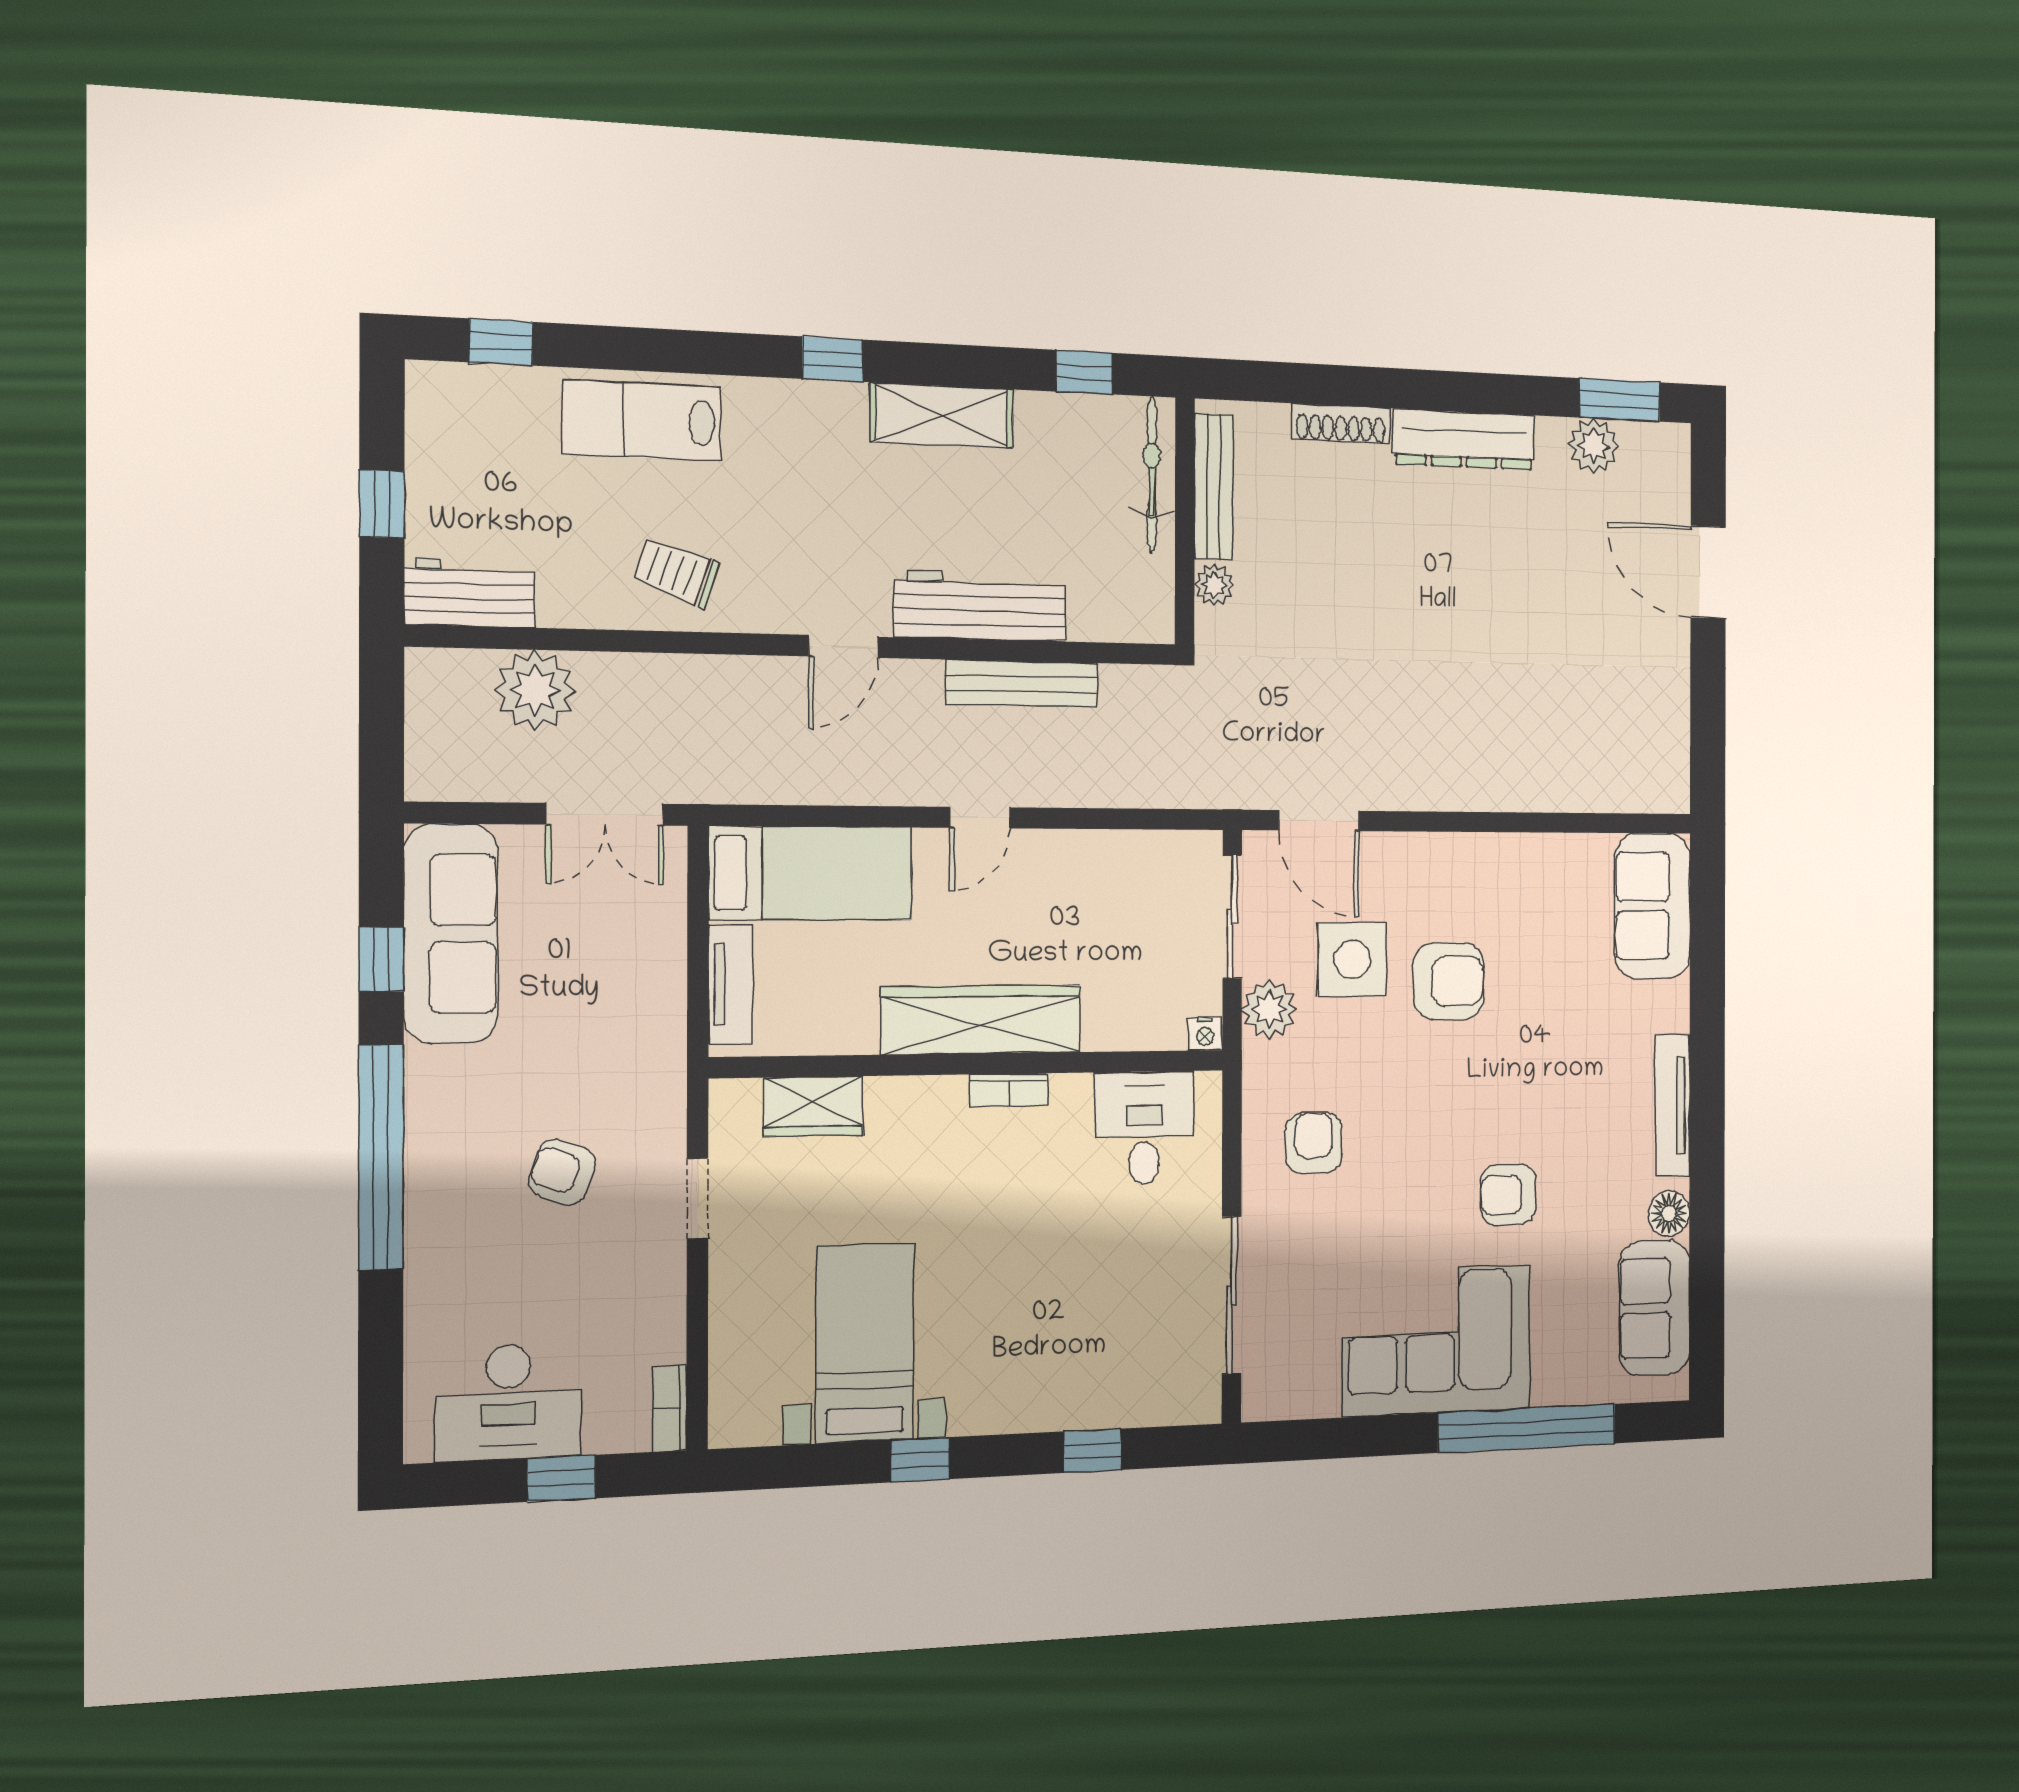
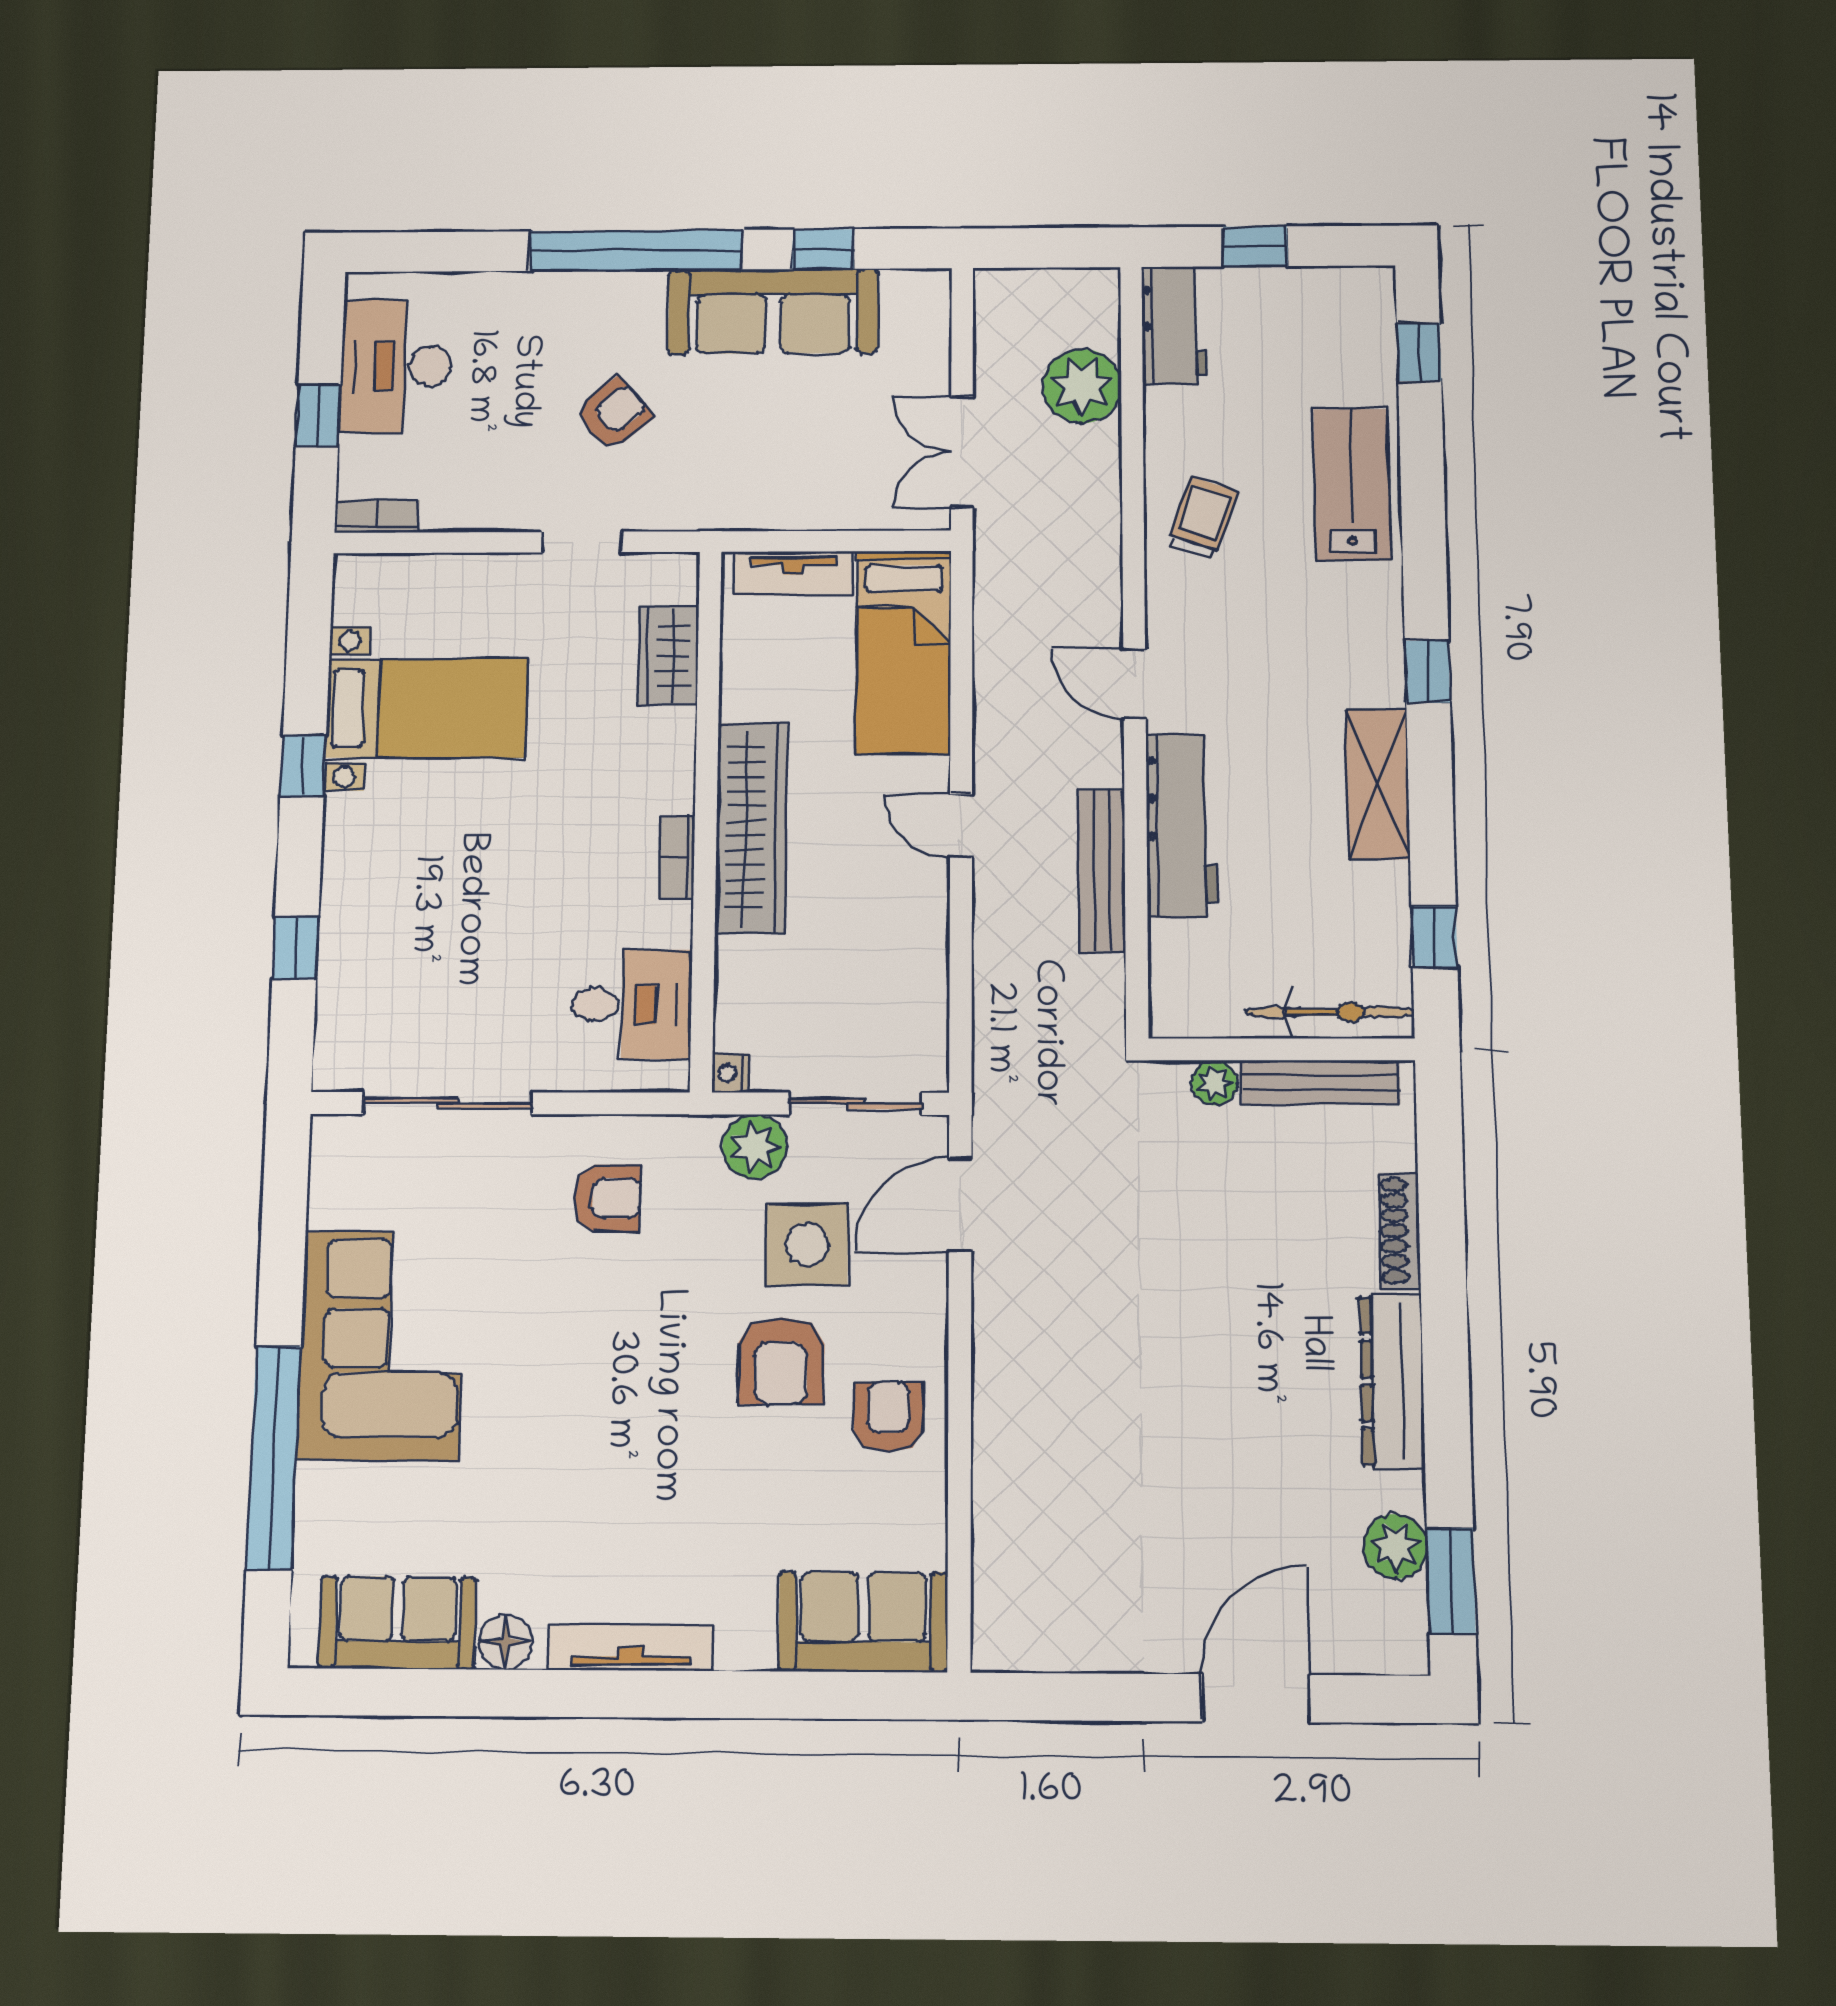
sofa: (451, 934) -> (773, 311), moved
armchair: (562, 1172) -> (614, 414), turned 30
armchair: (1508, 1195) -> (888, 1417), moved

